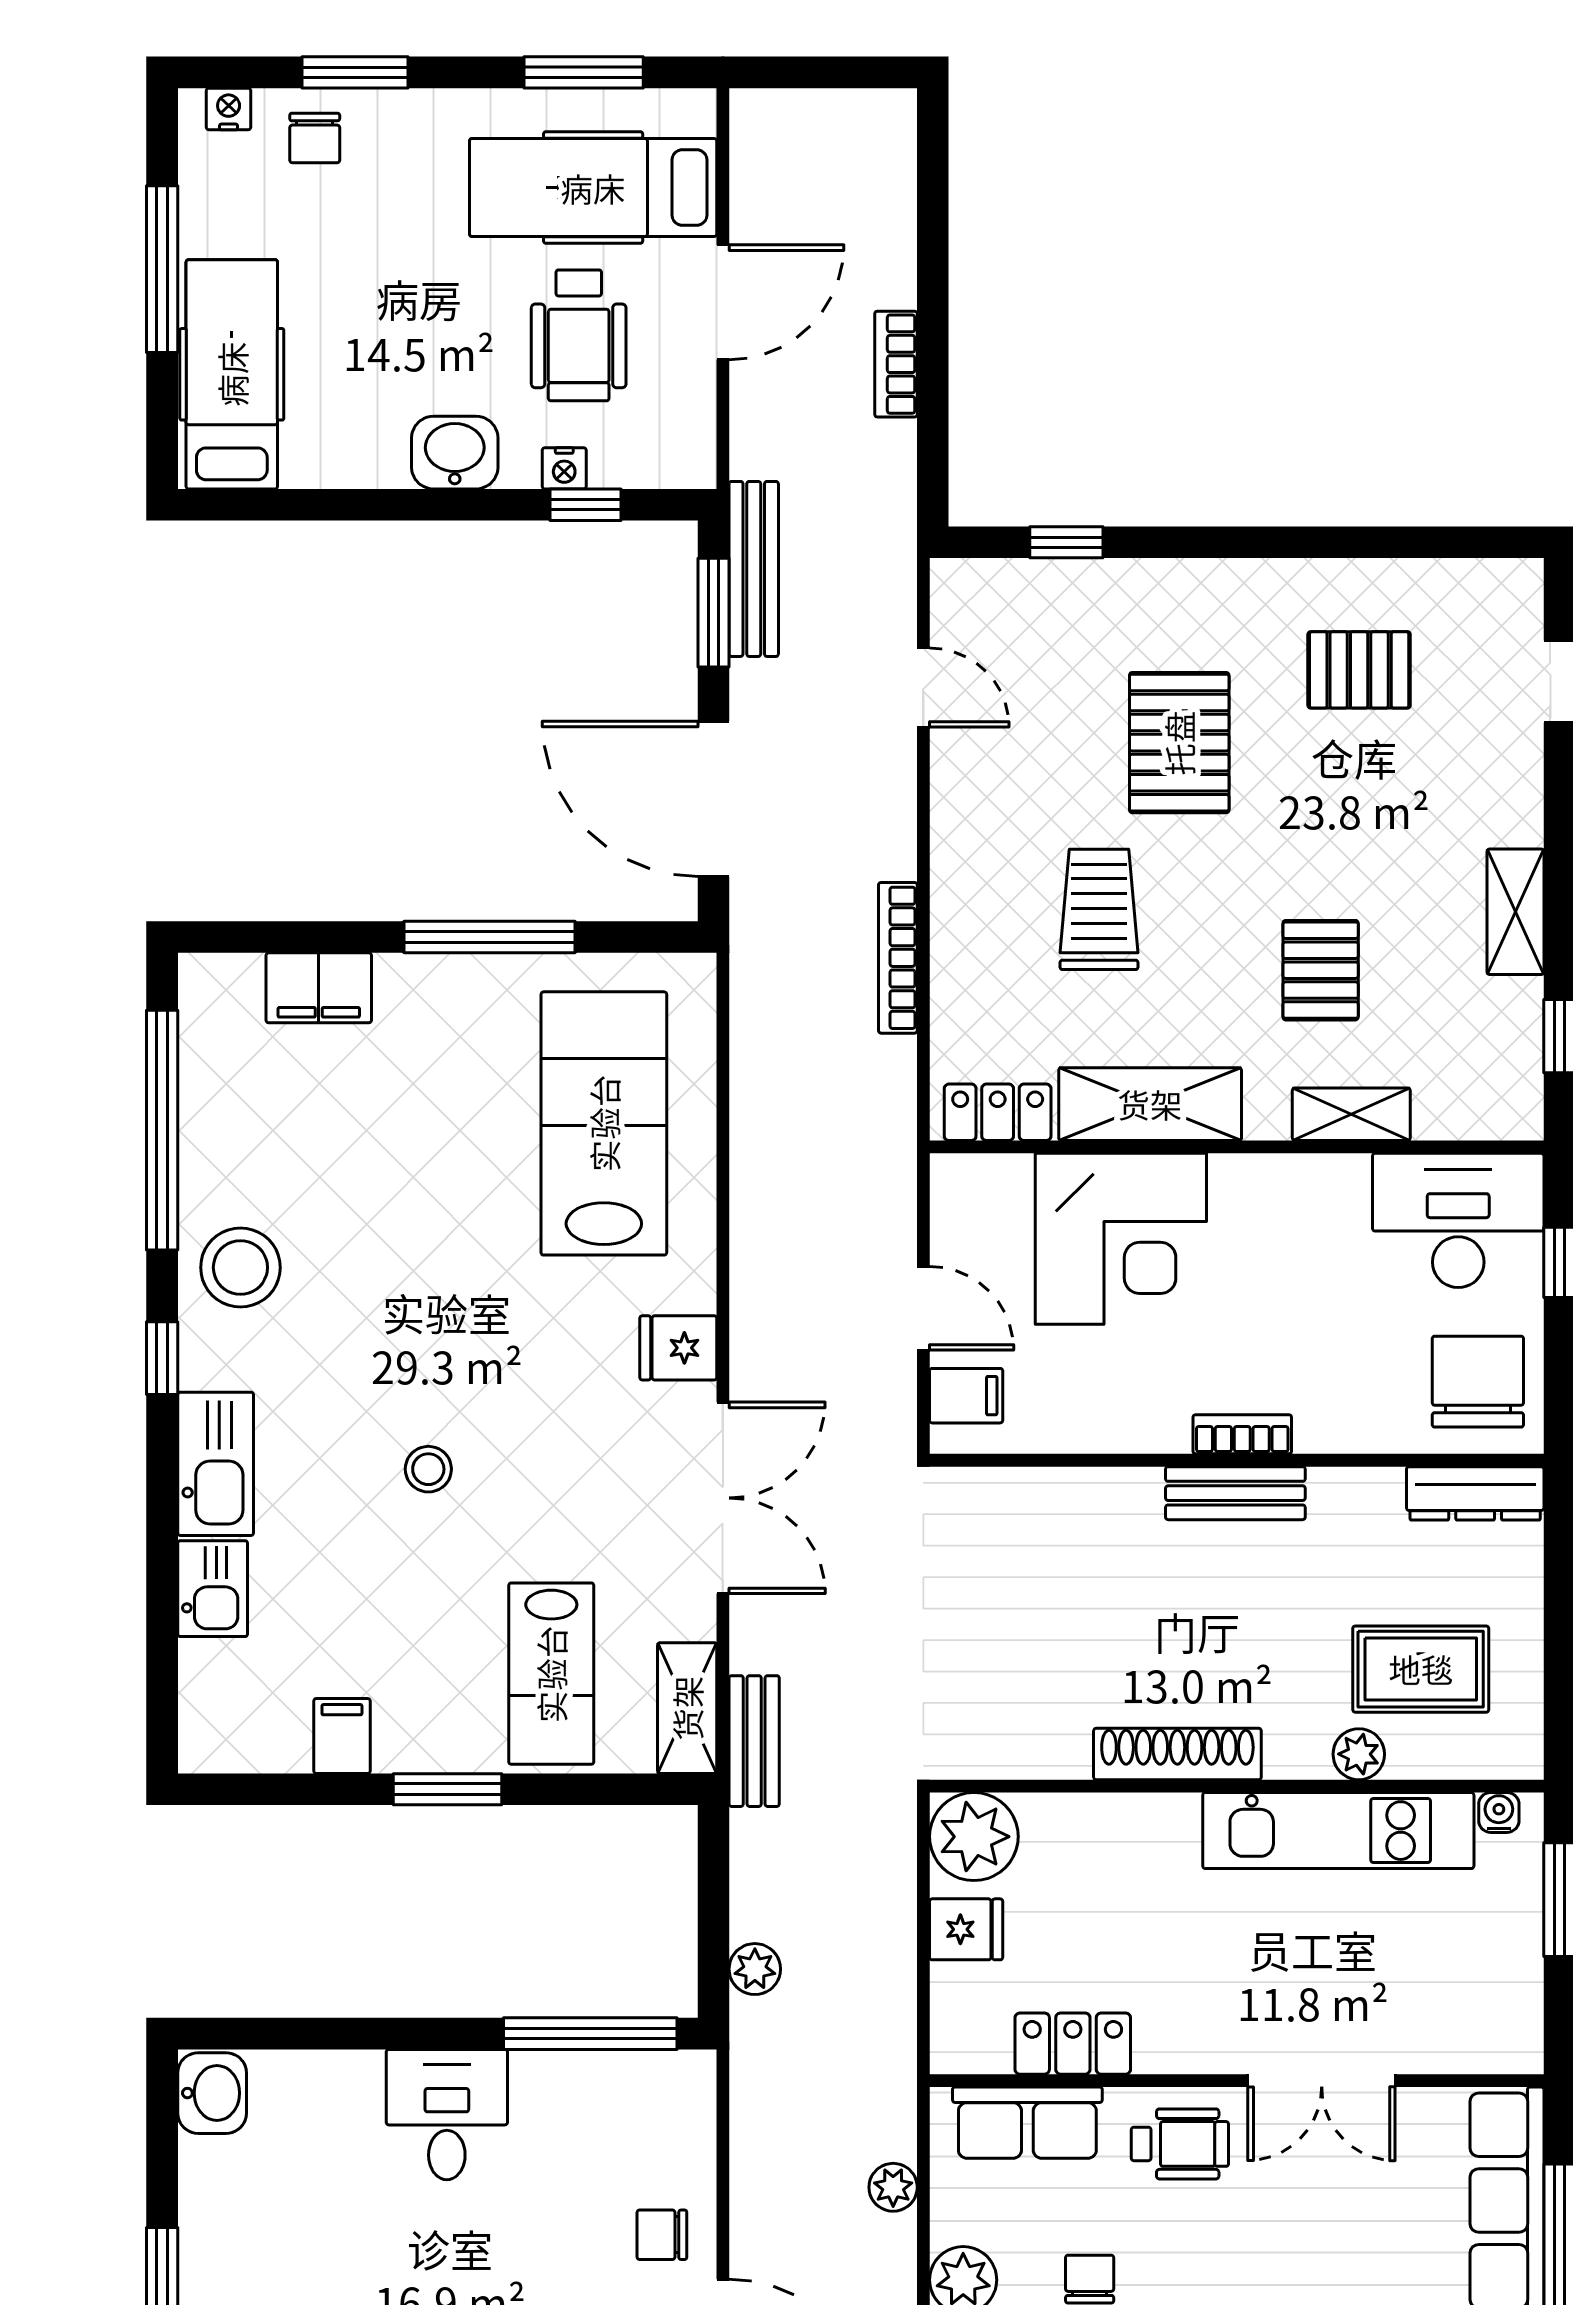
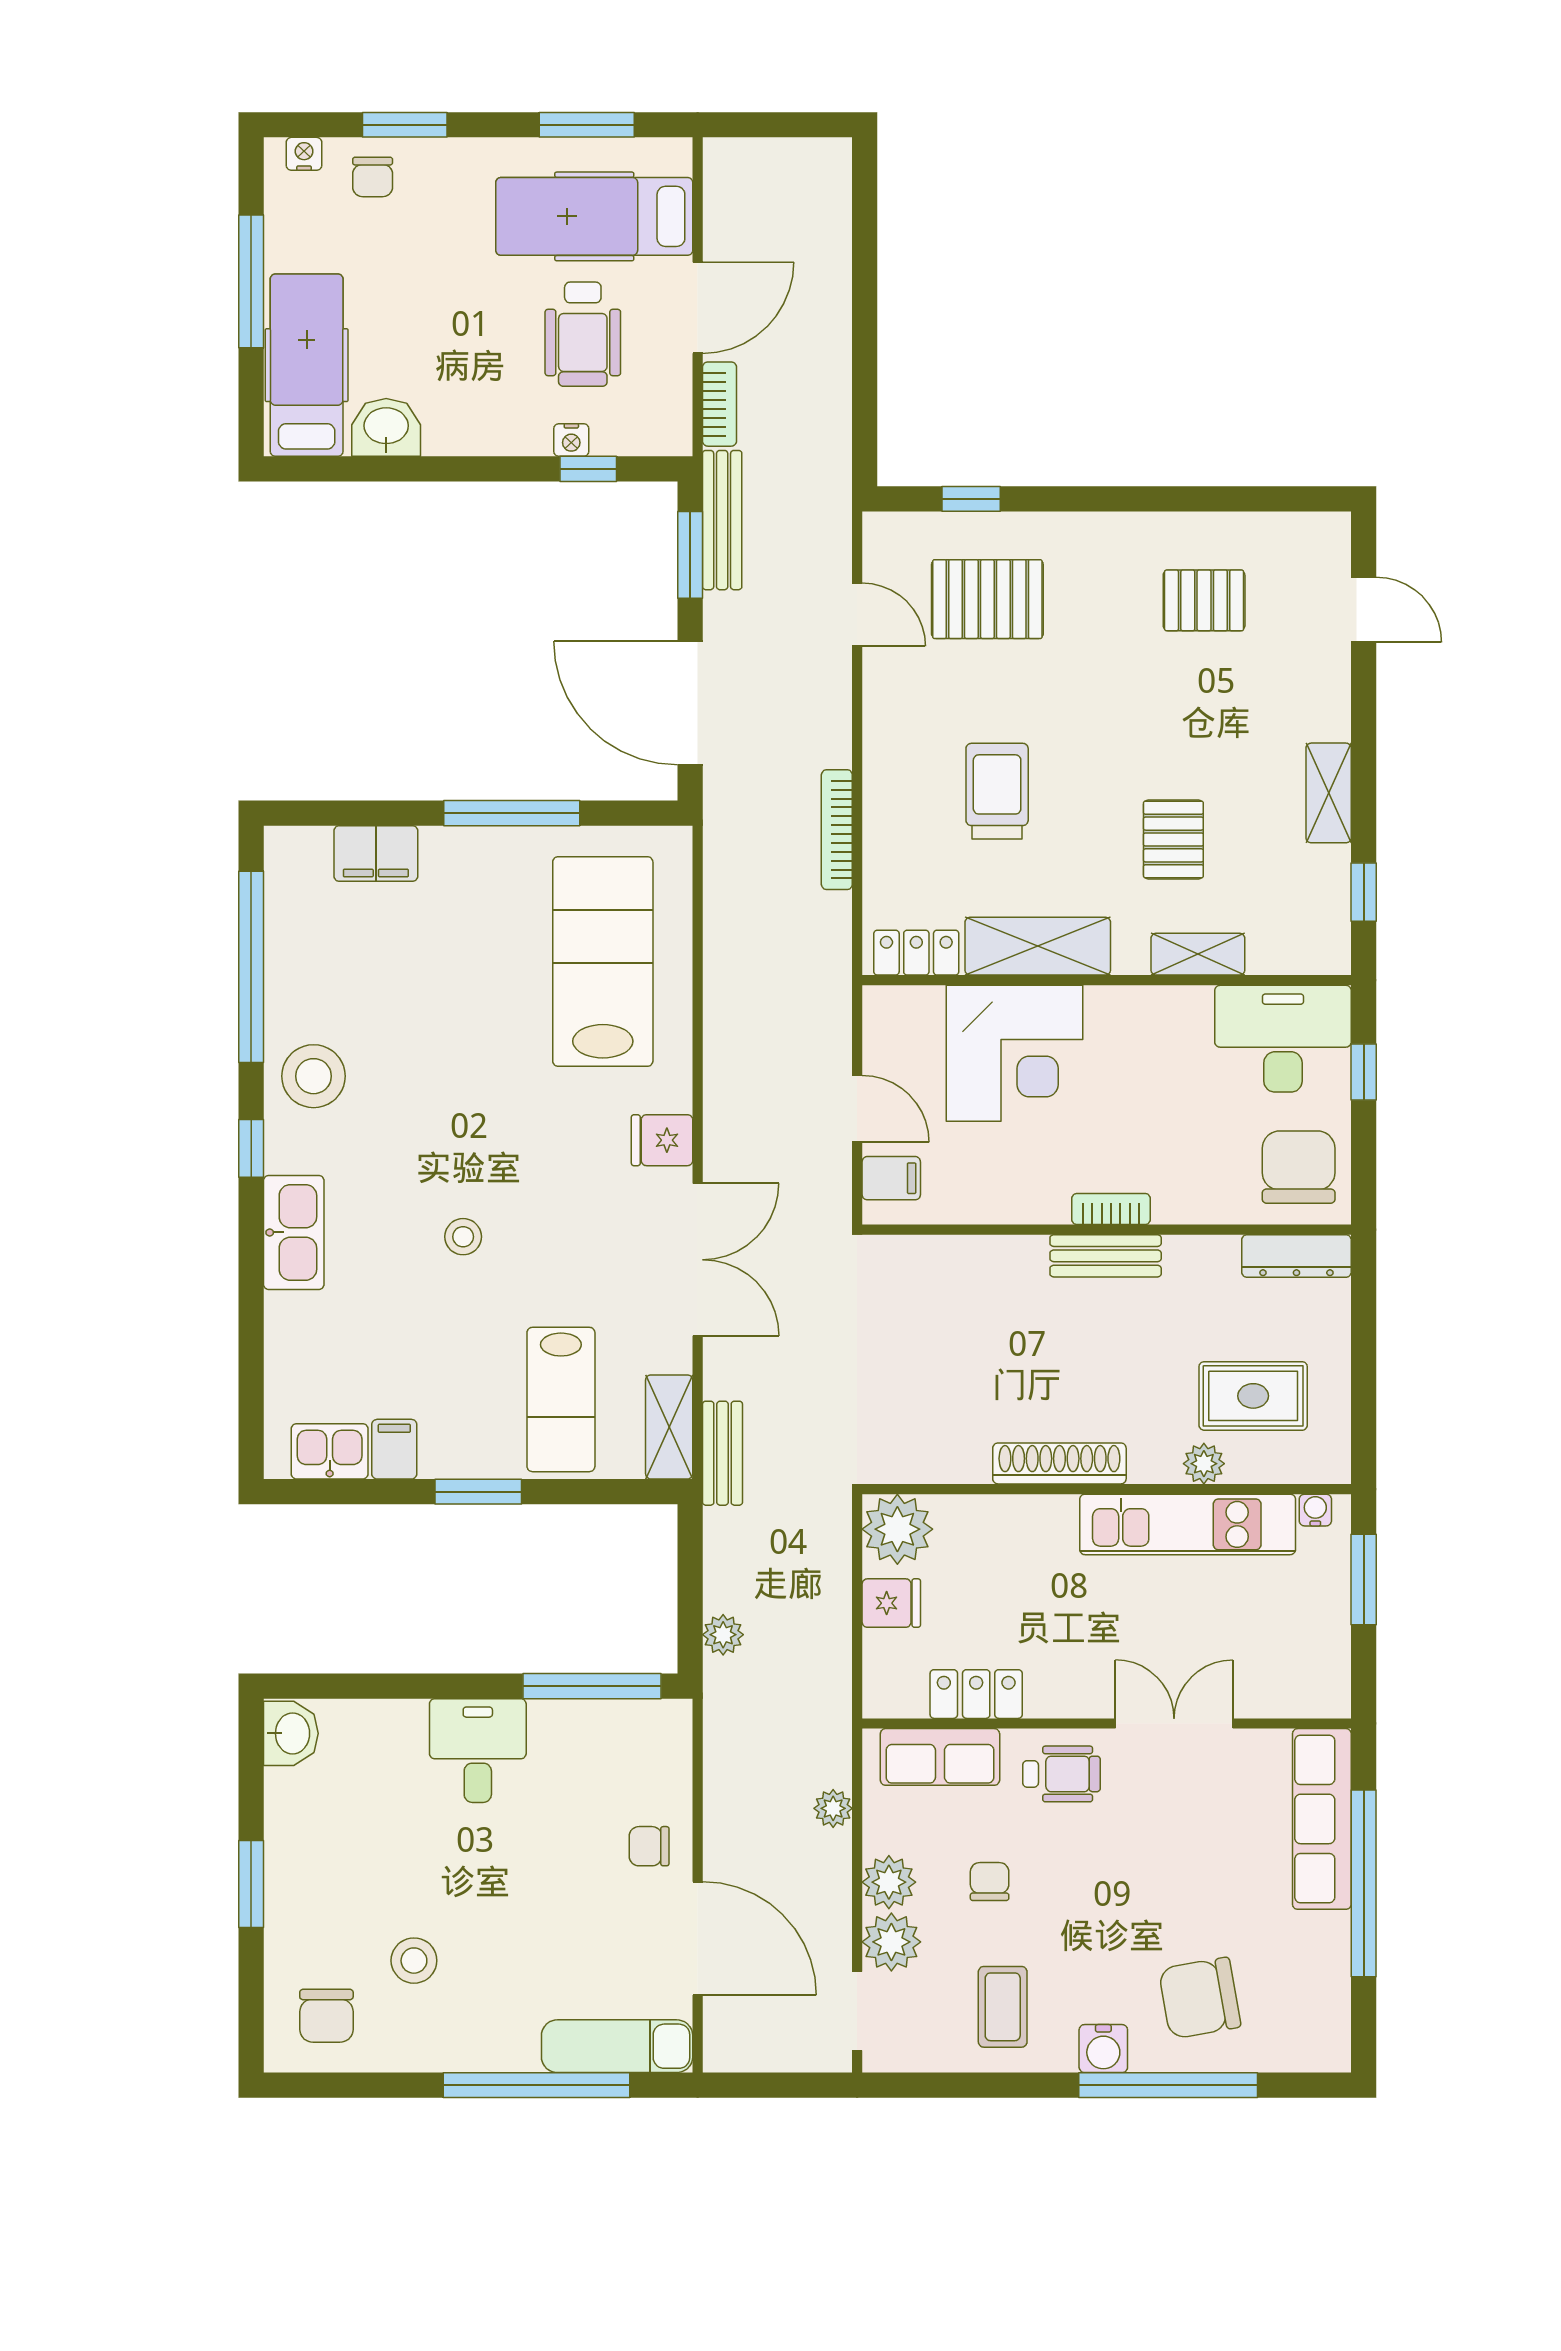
bookcase: (896, 364) -> (719, 404), moved, turned 180
washbasin: (455, 453) -> (386, 427), moved
pallet: (1179, 743) -> (987, 599), moved, turned 90
kitchen sink: (213, 1589) -> (330, 1451), moved, turned -90
double door: (1322, 2081) -> (1174, 1723), swing flipped

